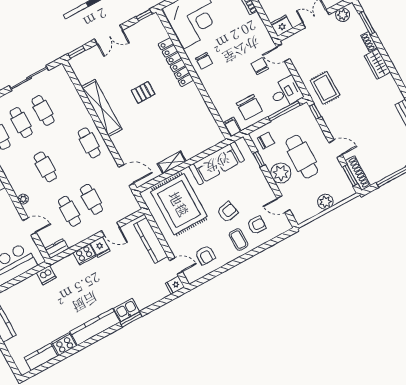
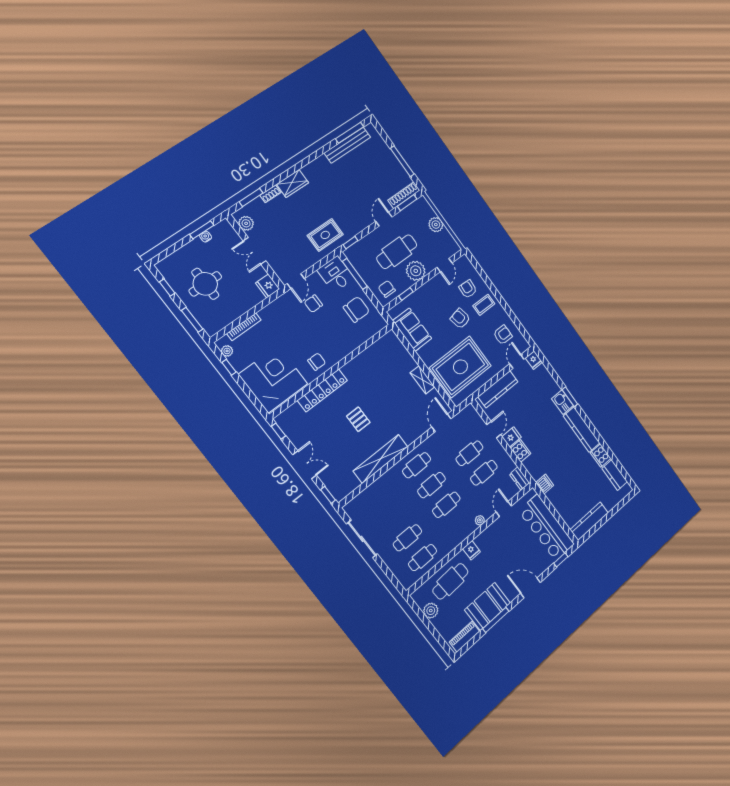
cafe table: (43, 111) -> (432, 485), moved
filing cabinet: (232, 127) -> (379, 324), removed
sofa: (217, 163) -> (412, 330), width x0.73

